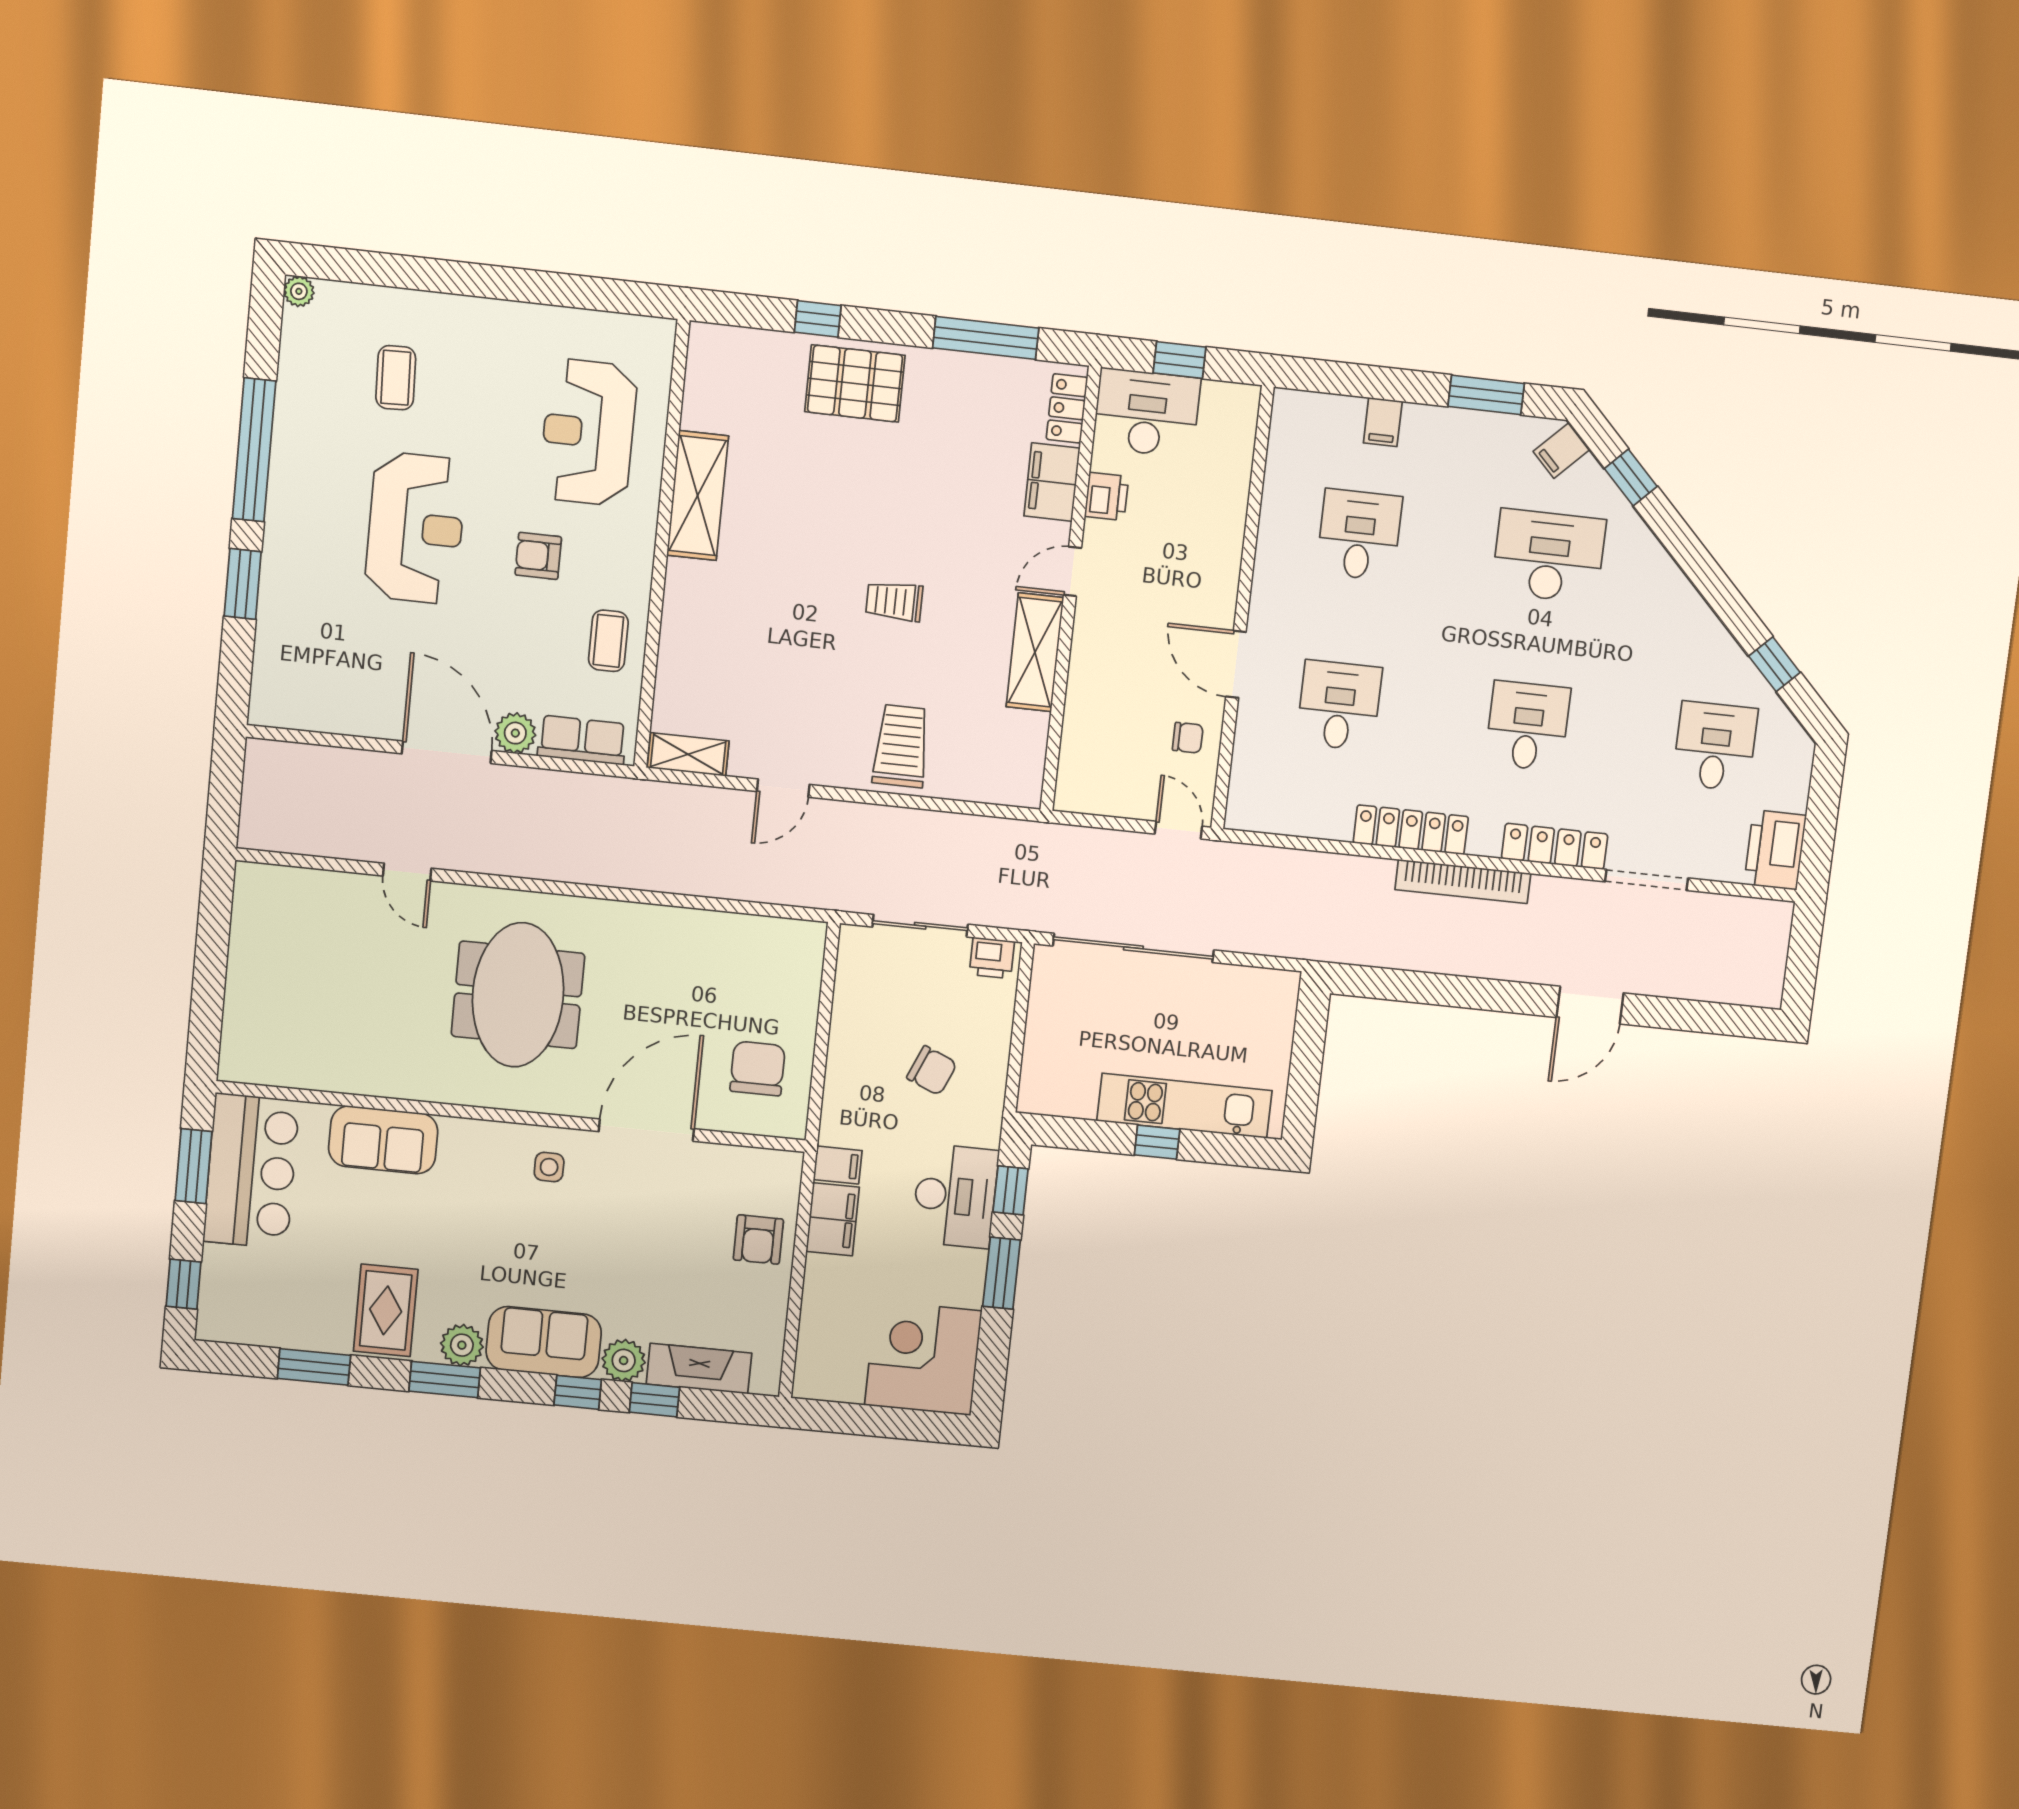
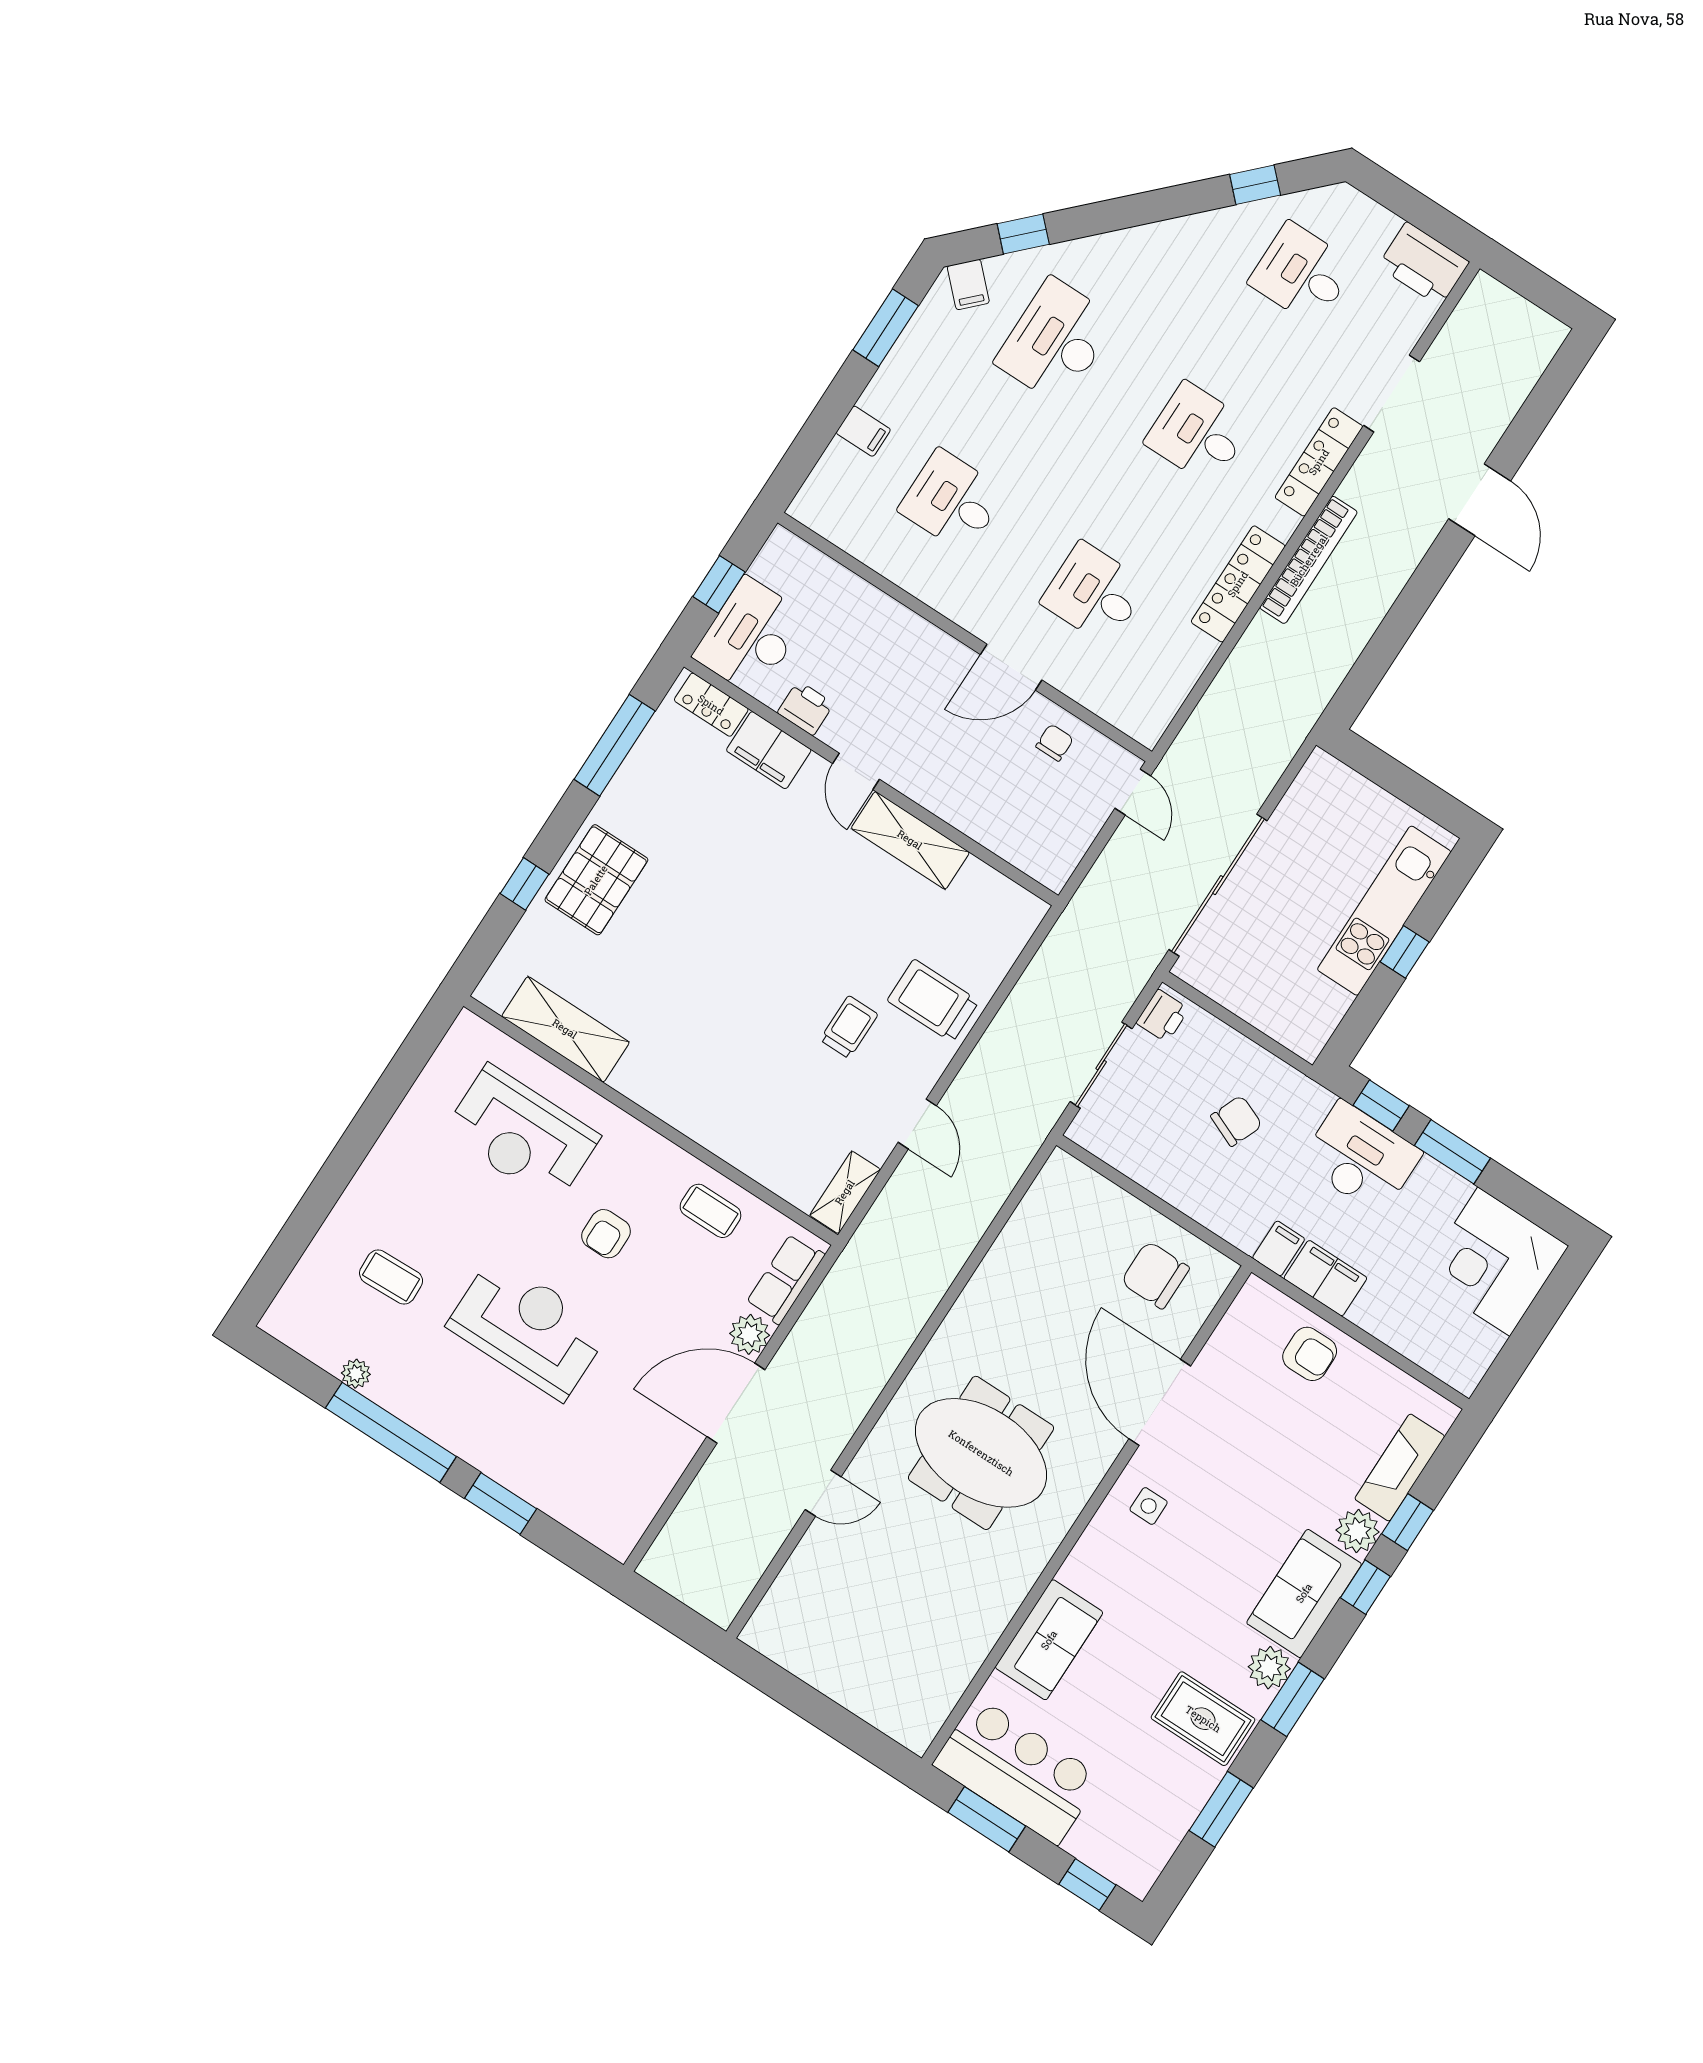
plant: (299, 291) -> (356, 1374), moved
shelving: (698, 496) -> (565, 1029), moved
trolley: (894, 601) -> (849, 1027), moved, turned 180
door: (1178, 830) -> (1133, 792), swing flipped

